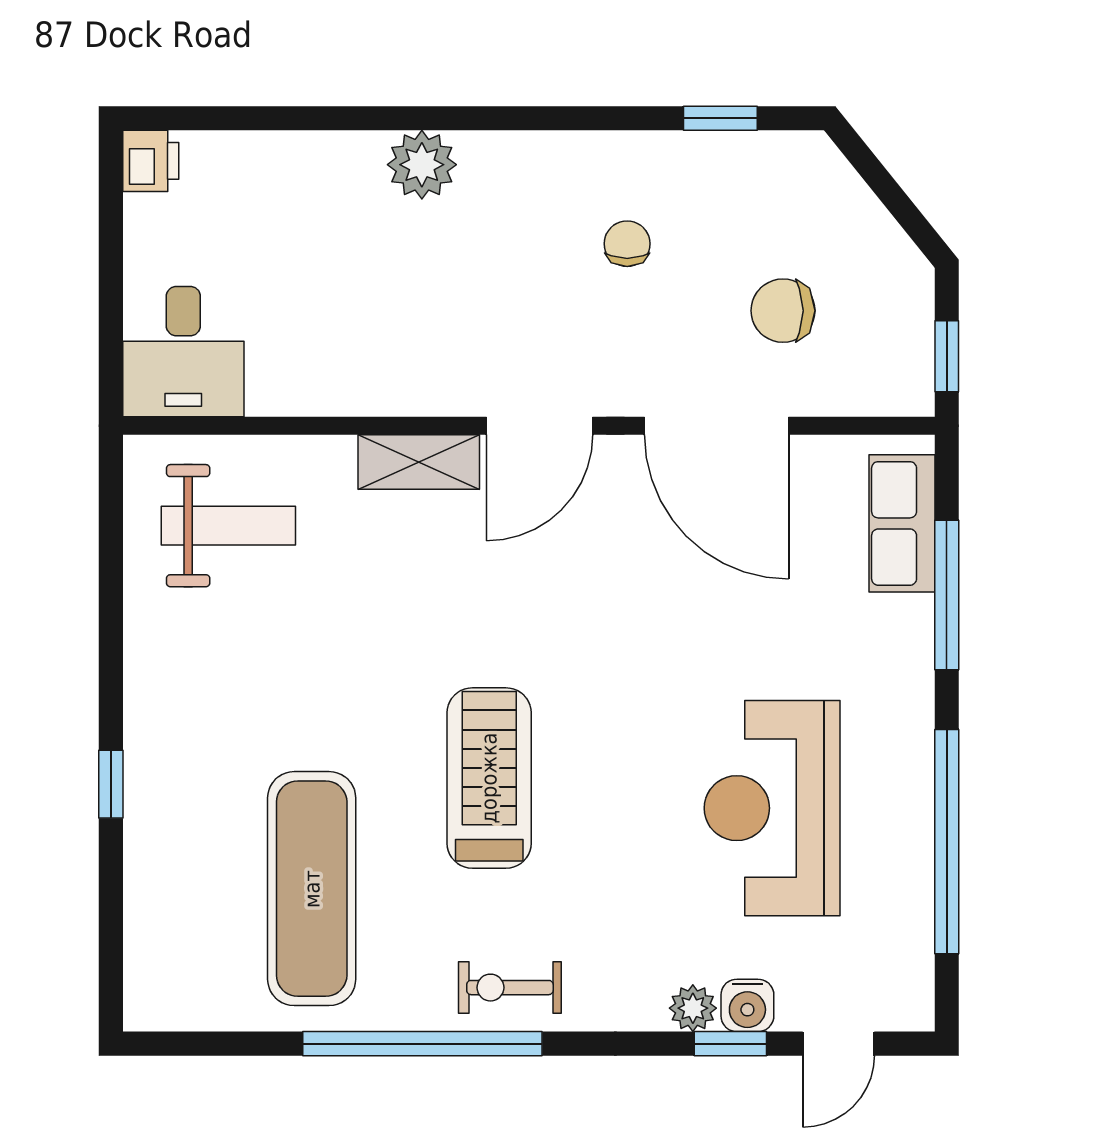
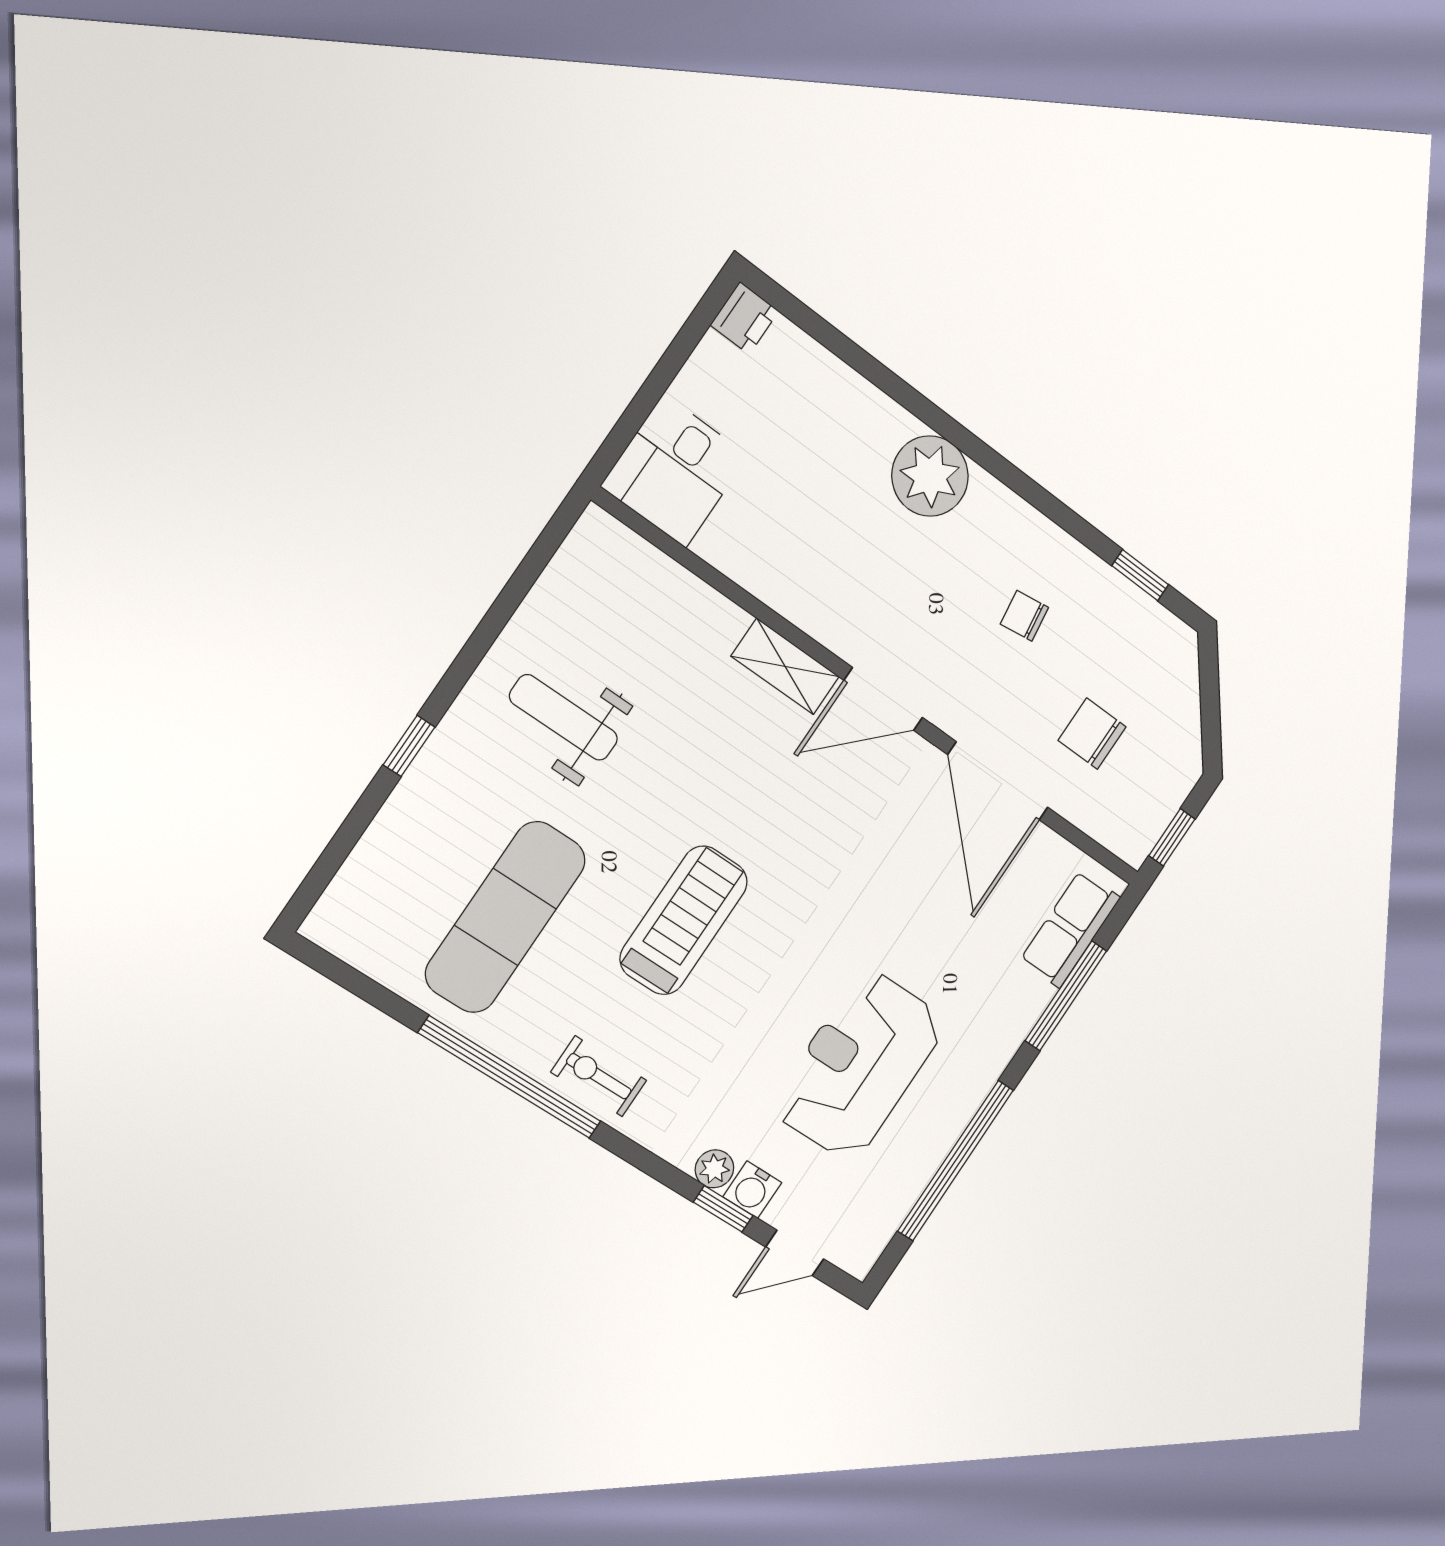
plant: (422, 165) -> (930, 476), width x1.36, depth x1.36
chair: (627, 244) -> (1024, 616), turned -98
weight bench: (228, 526) -> (564, 718), moved, turned 180

